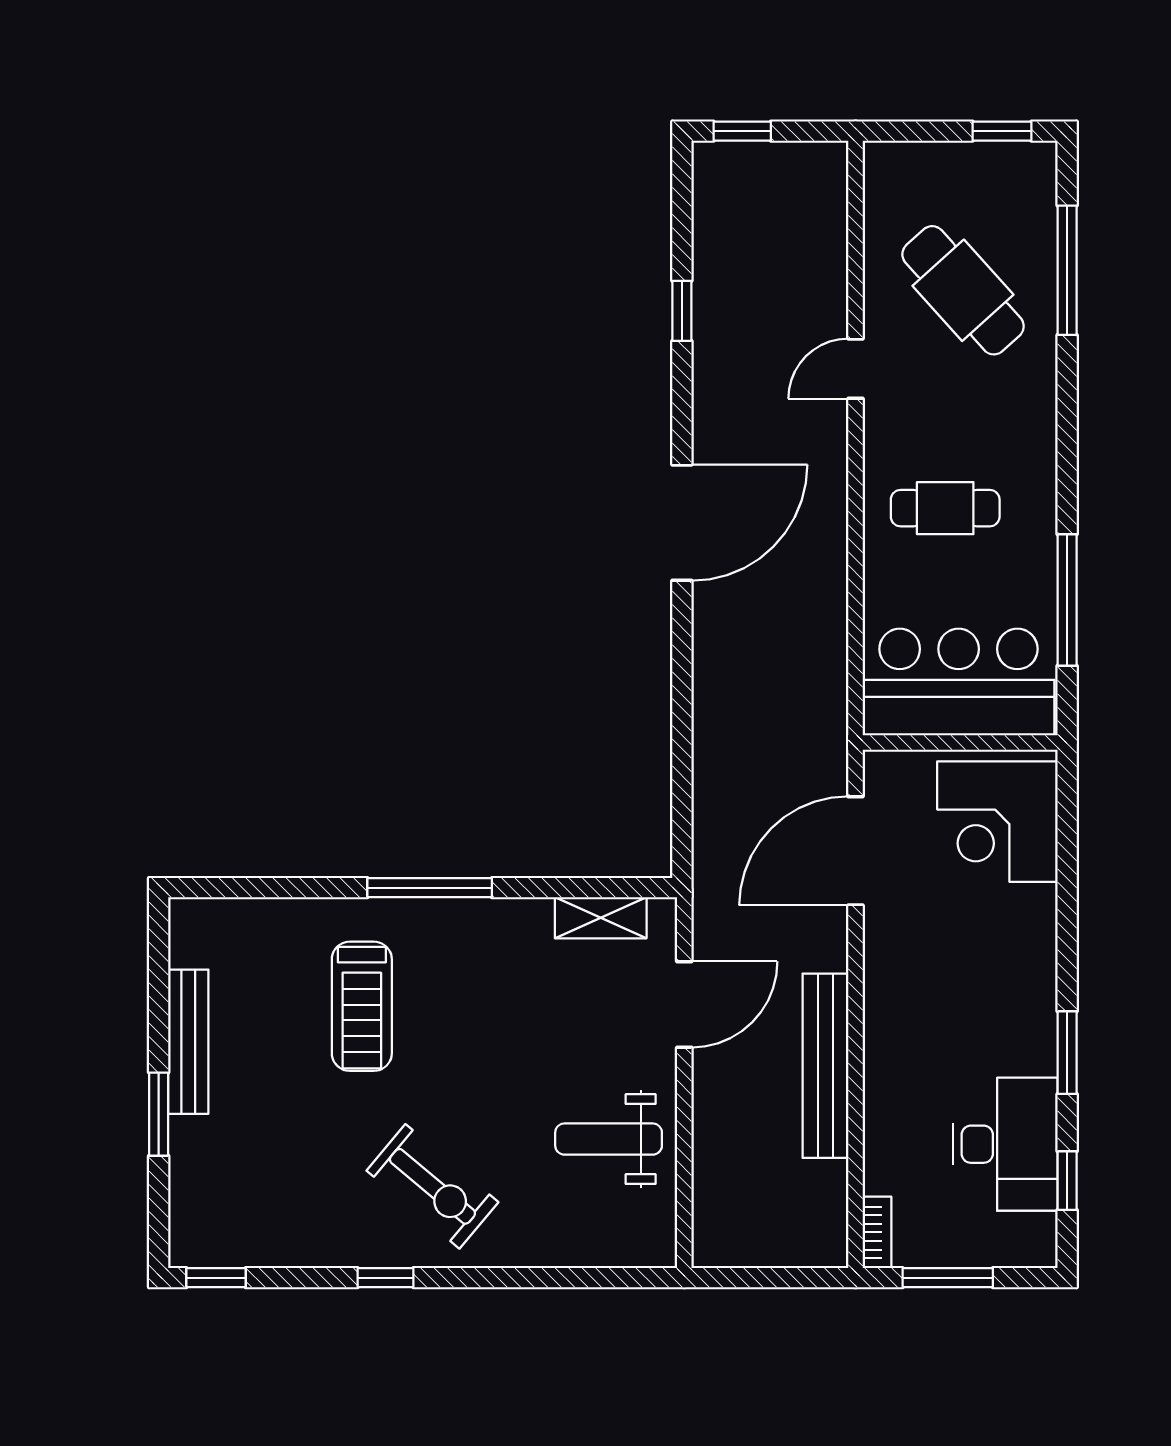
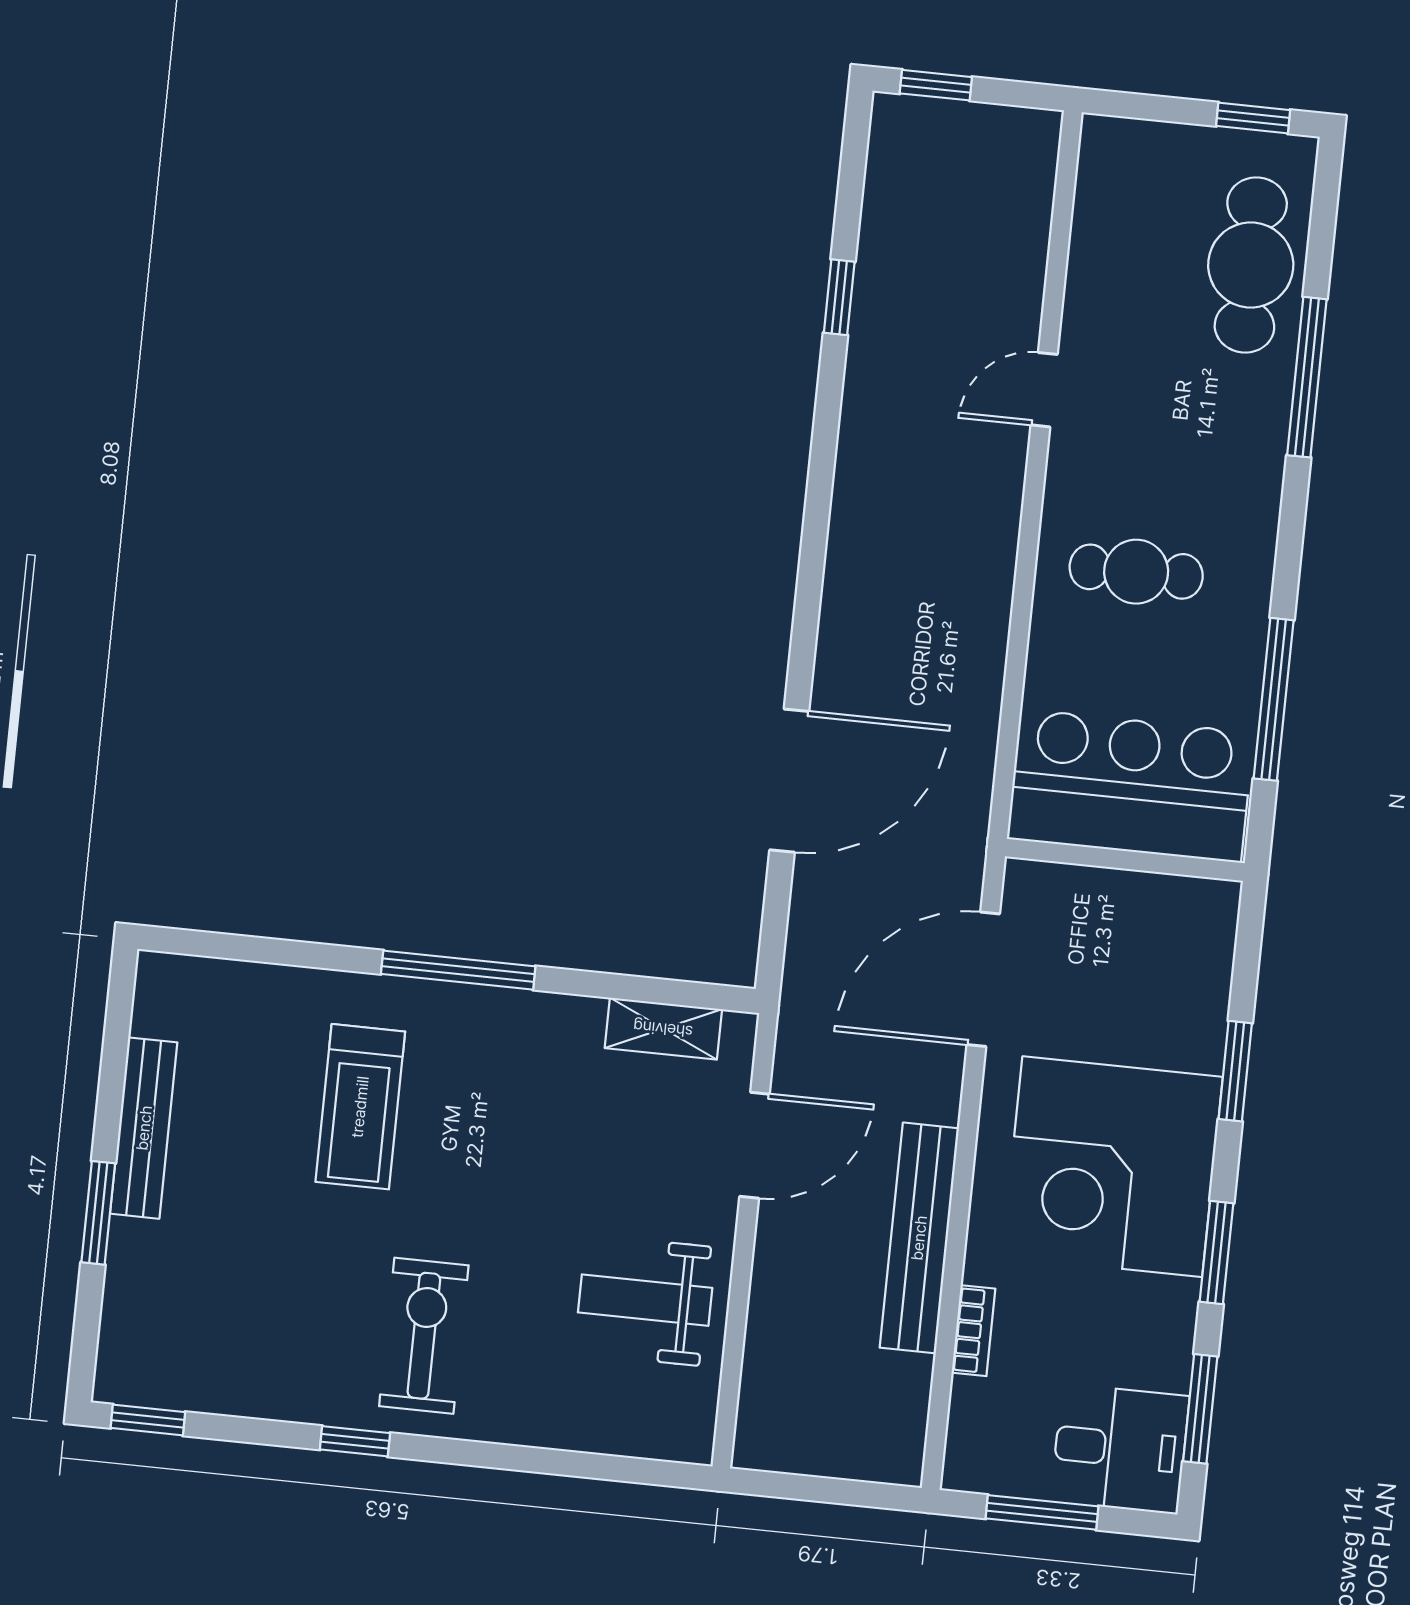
window: (1067, 270) -> (1307, 377), moved
cafe table: (963, 290) -> (1251, 265), moved, turned 42
door: (682, 523) -> (789, 781), moved
corner desk: (997, 822) -> (1112, 1167), moved, width x1.36, depth x1.36
window: (1067, 904) -> (1235, 1071), added
desk: (1005, 1144) -> (1120, 1449), moved, width x0.73
window: (1067, 1181) -> (1200, 1409), width x1.50
exercise bike: (432, 1186) -> (424, 1336), turned -130
bookcase: (877, 1232) -> (973, 1331), moved

